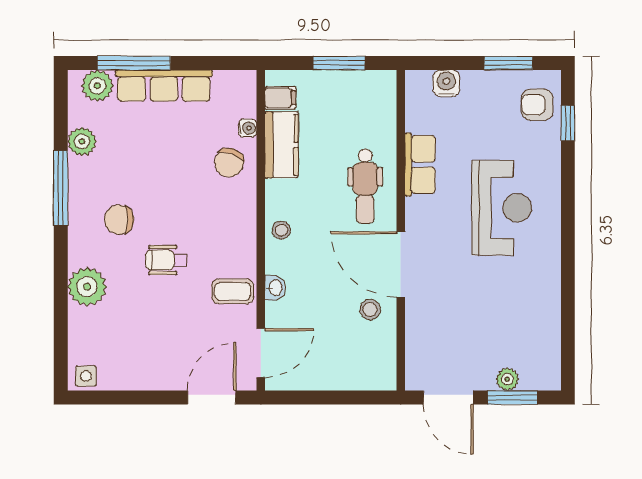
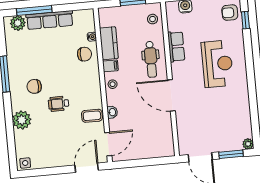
filing cabinet: (280, 98) -> (110, 66), moved
plant: (82, 142) -> (13, 51), removed
chair: (229, 163) -> (84, 54), turned -109
stool: (370, 309) -> (153, 19), moved
plant: (507, 379) -> (248, 144), moved

